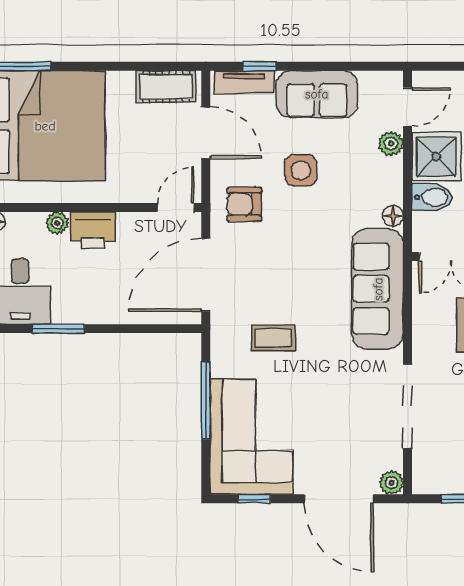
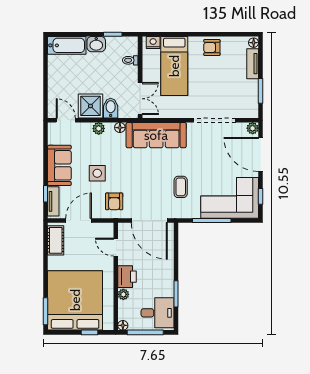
plant: (391, 144) -> (99, 128), moved
door: (176, 208) -> (116, 247), moved
door: (339, 499) -> (261, 154), swing flipped

